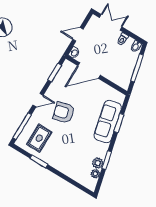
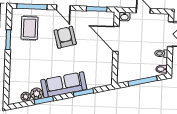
sofa: (108, 122) -> (64, 85), moved
rug: (39, 138) -> (29, 28), turned 90

